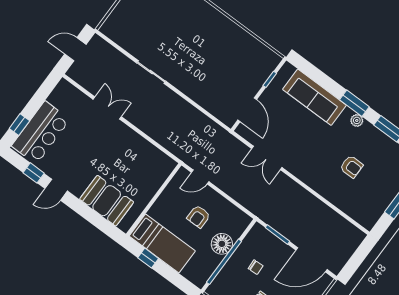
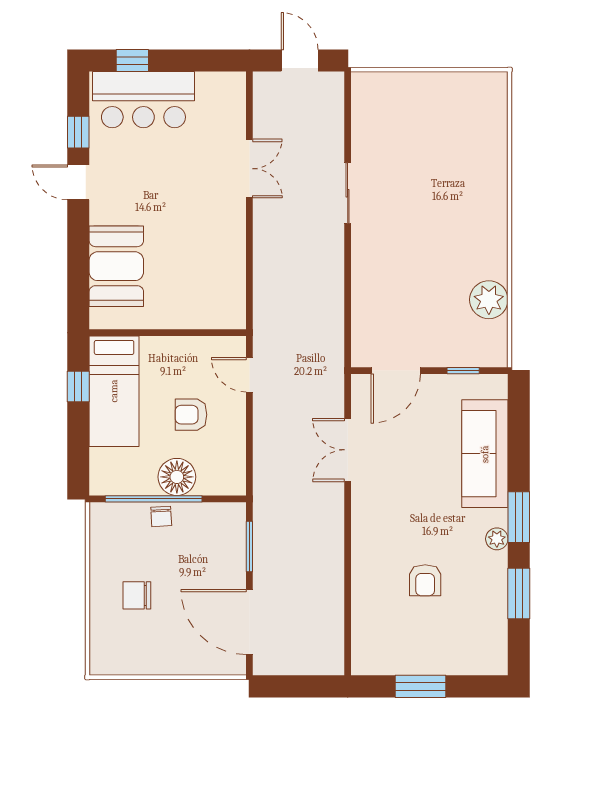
plant: (246, 44) -> (489, 300), added
chair: (256, 267) -> (161, 516), moved

